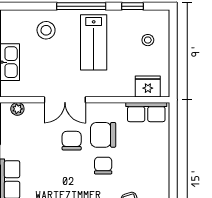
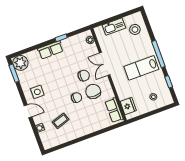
stool: (46, 30) -> (135, 29), moved

